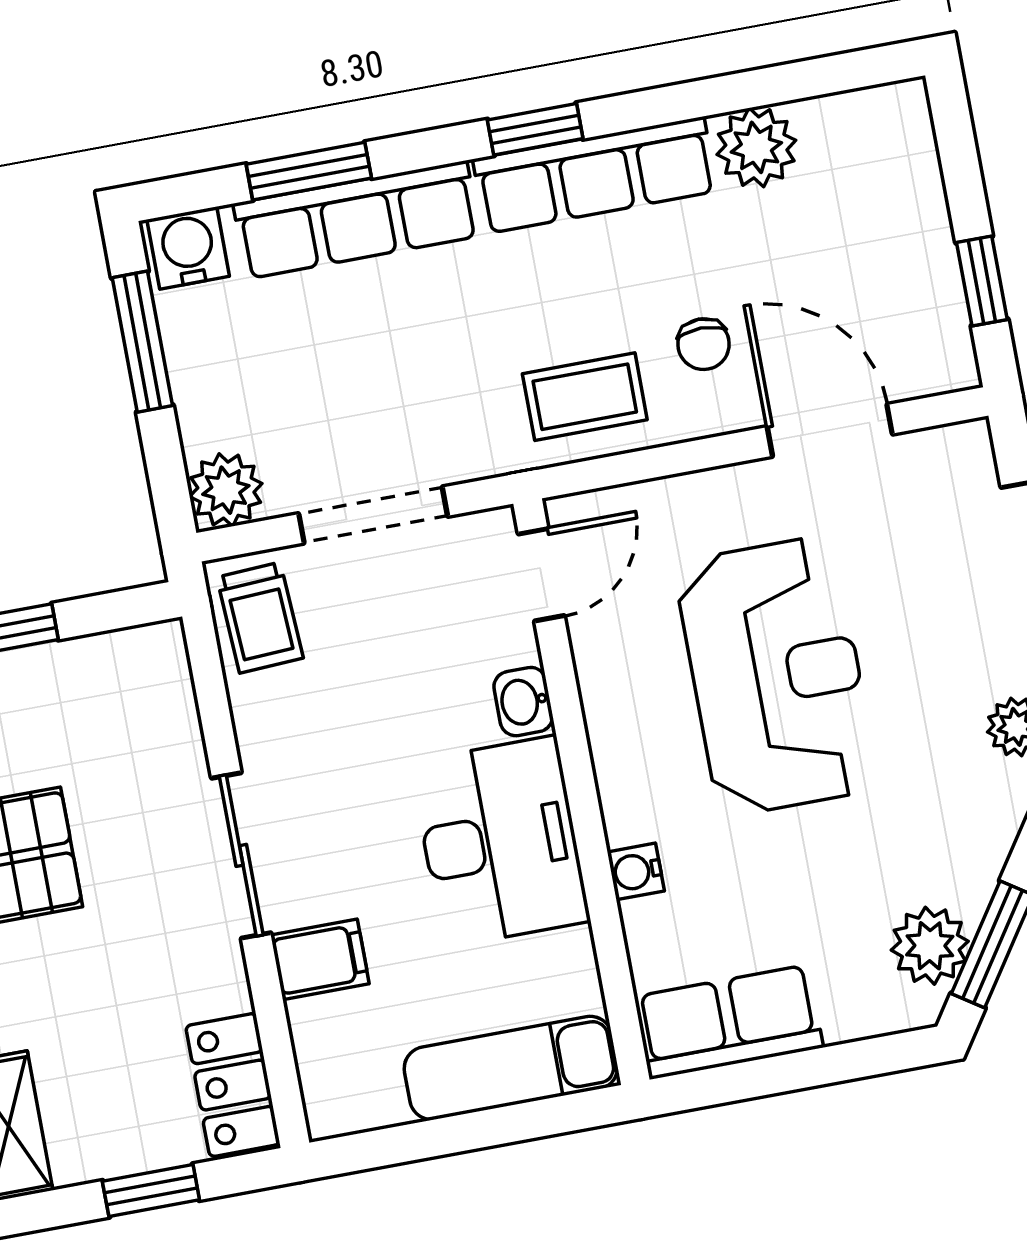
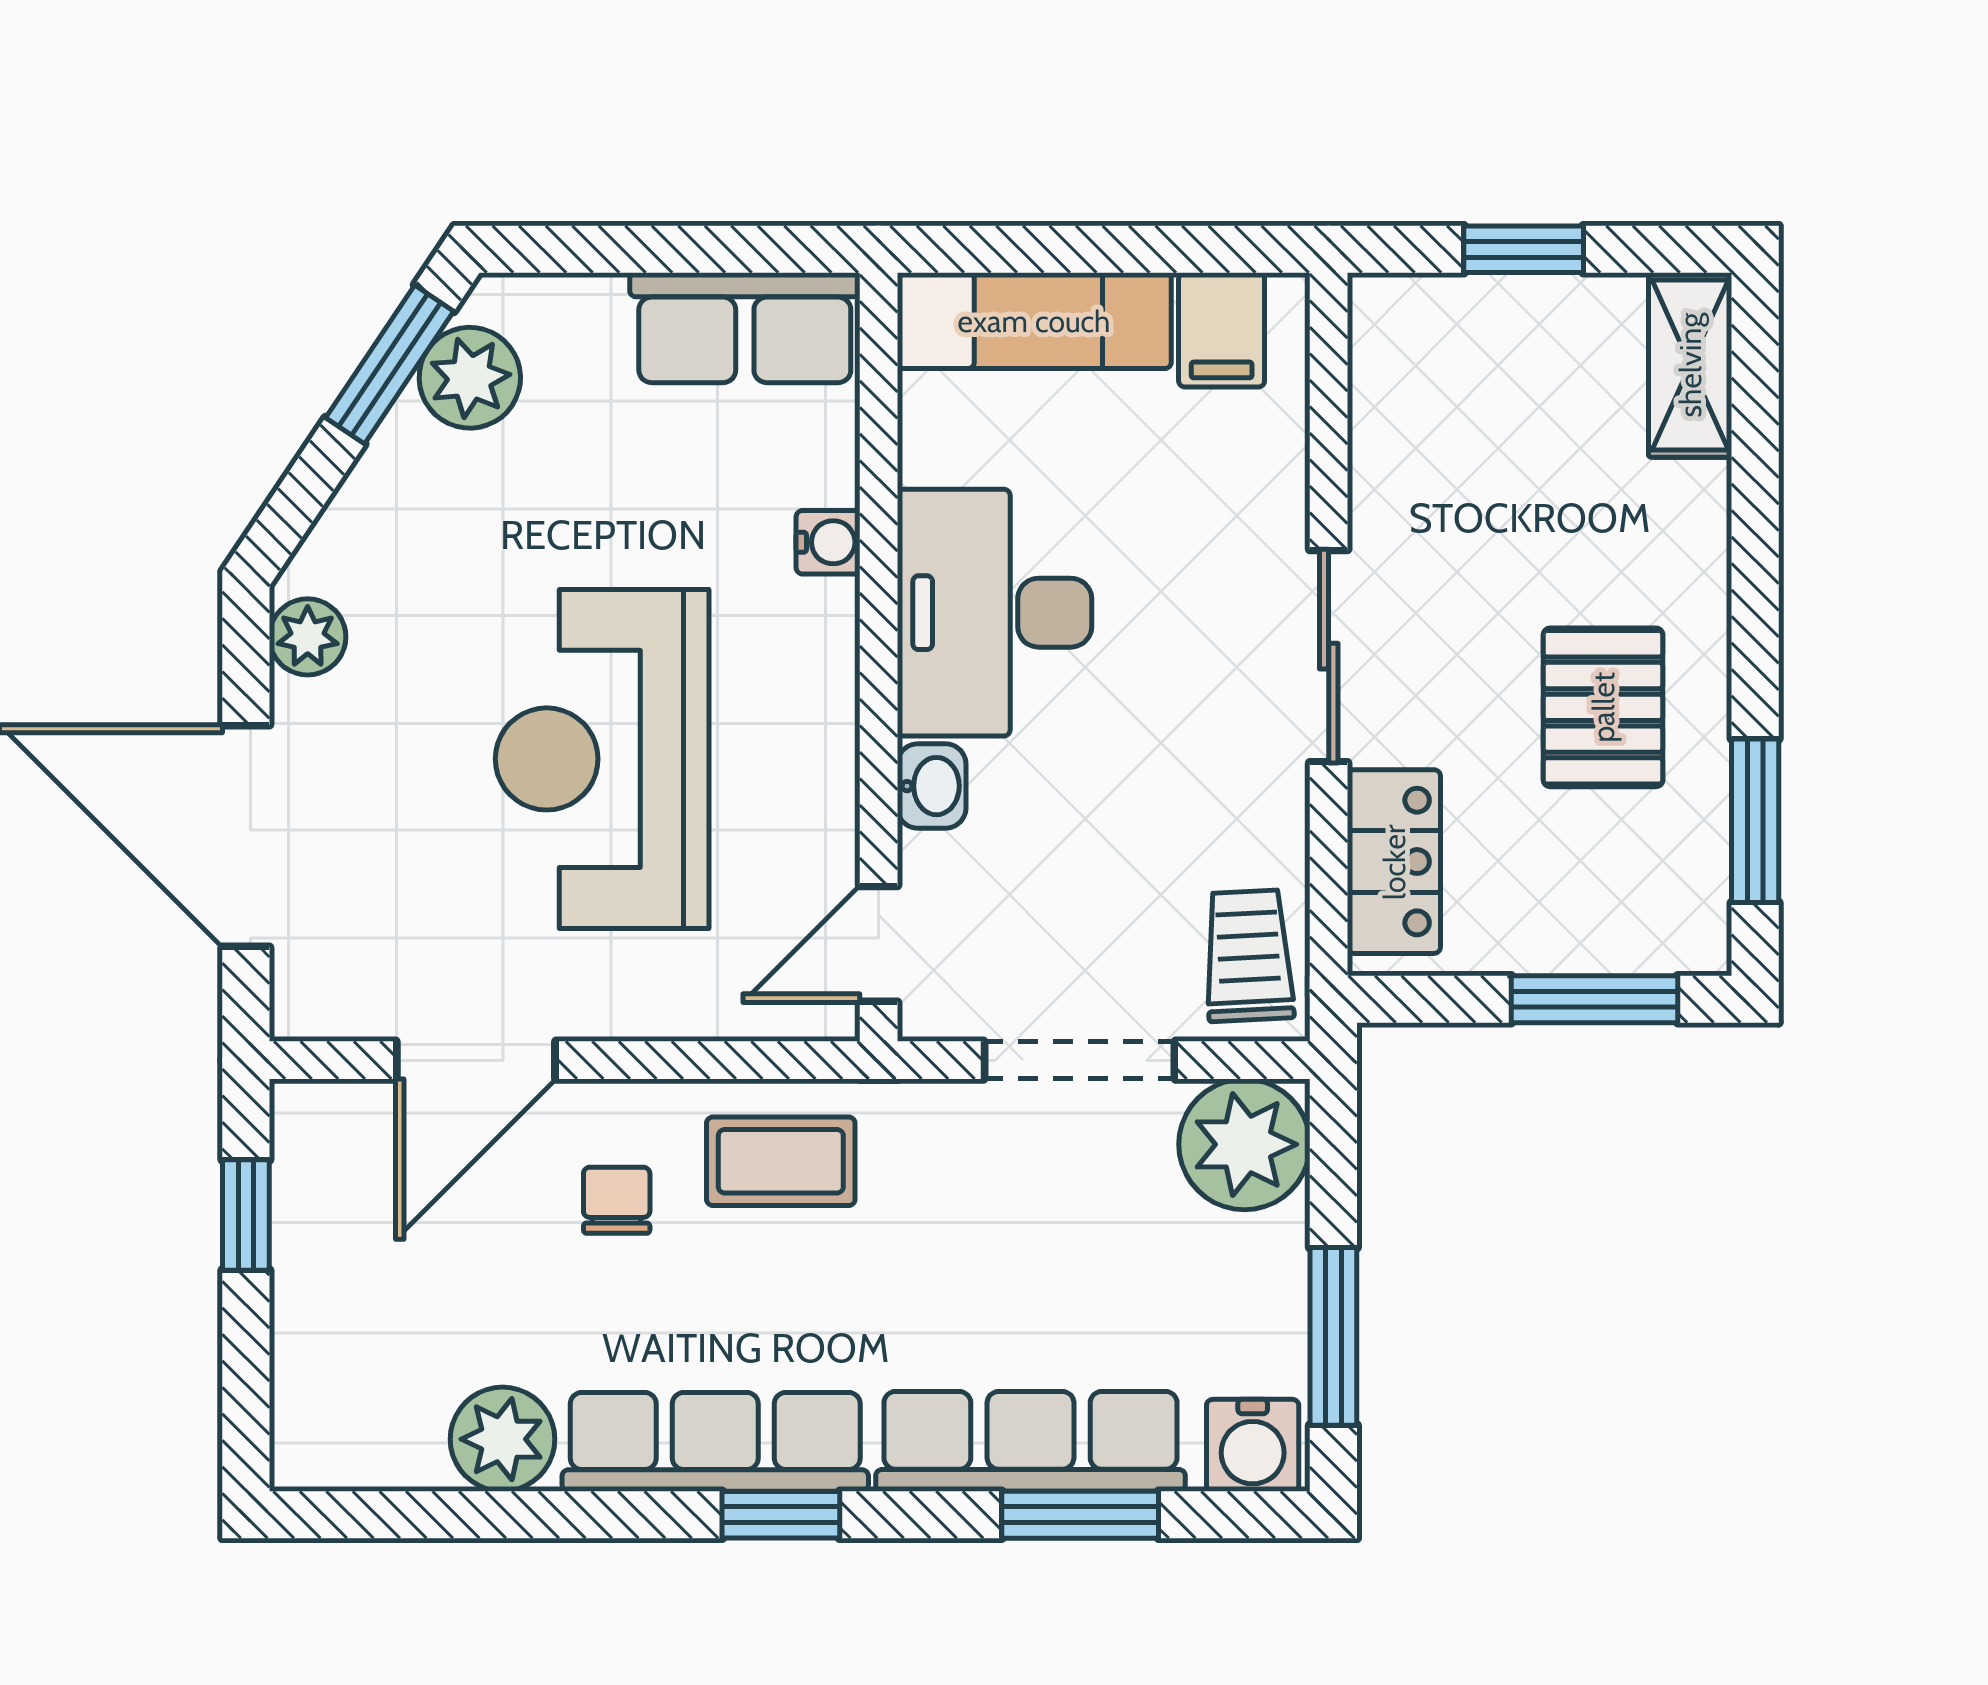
door: (830, 430) -> (476, 1060), hinge flipped
plant: (226, 490) -> (1244, 1144), width x1.36, depth x1.36
filing cabinet: (320, 959) -> (1222, 330), moved, turned -90
locker: (233, 1085) -> (1394, 862), moved

